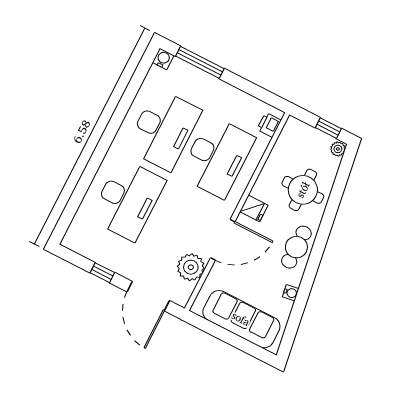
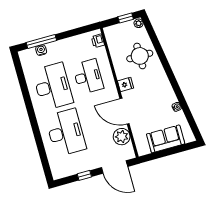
water cooler: (163, 59) -> (41, 50), moved
desk: (217, 157) -> (88, 77), width x0.73, depth x0.77
door: (223, 240) -> (125, 111), swing flipped
cafe table: (296, 247) -> (160, 84), removed
sofa: (241, 319) -> (166, 139), width x0.73

